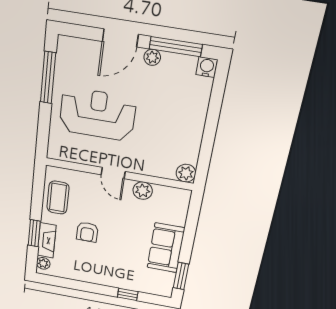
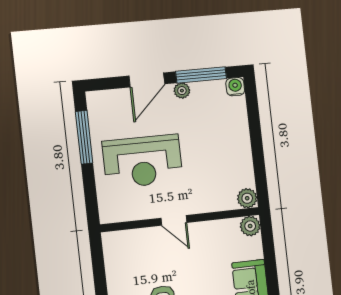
reception desk: (97, 114) -> (143, 161), turned 180
plant: (143, 191) -> (250, 226), moved
coffee table: (58, 198) -> (122, 266), removed

